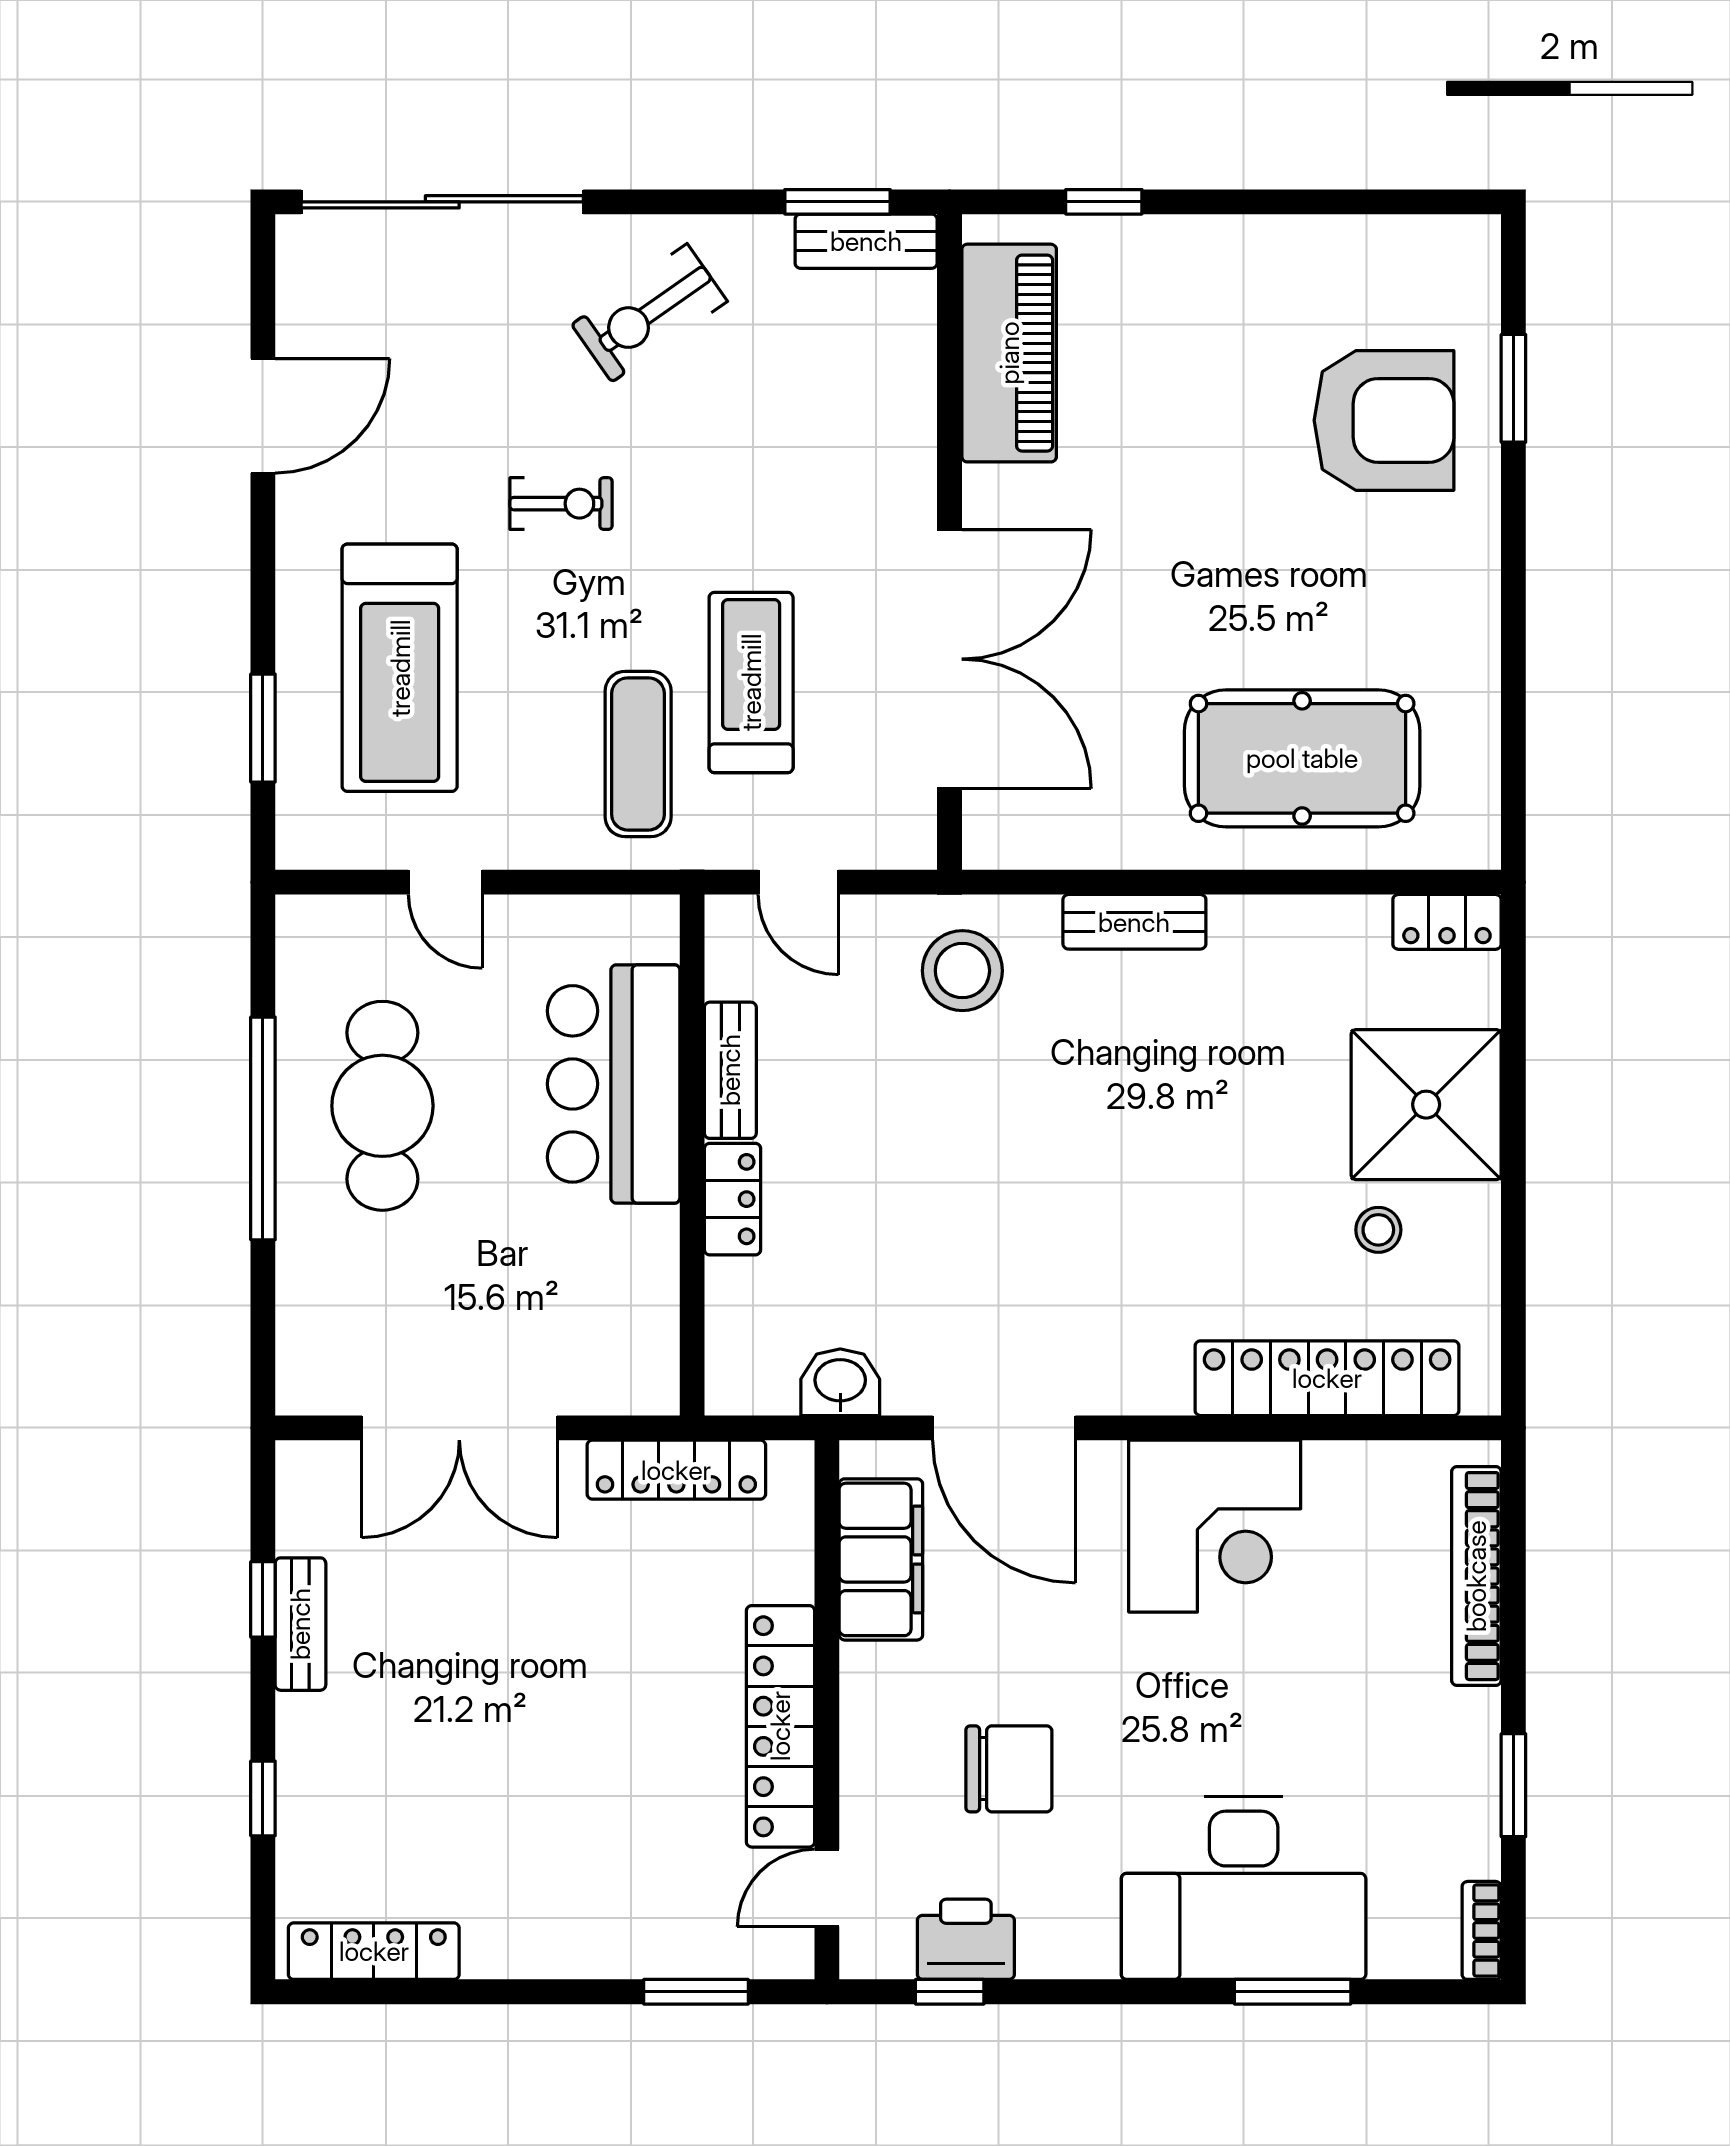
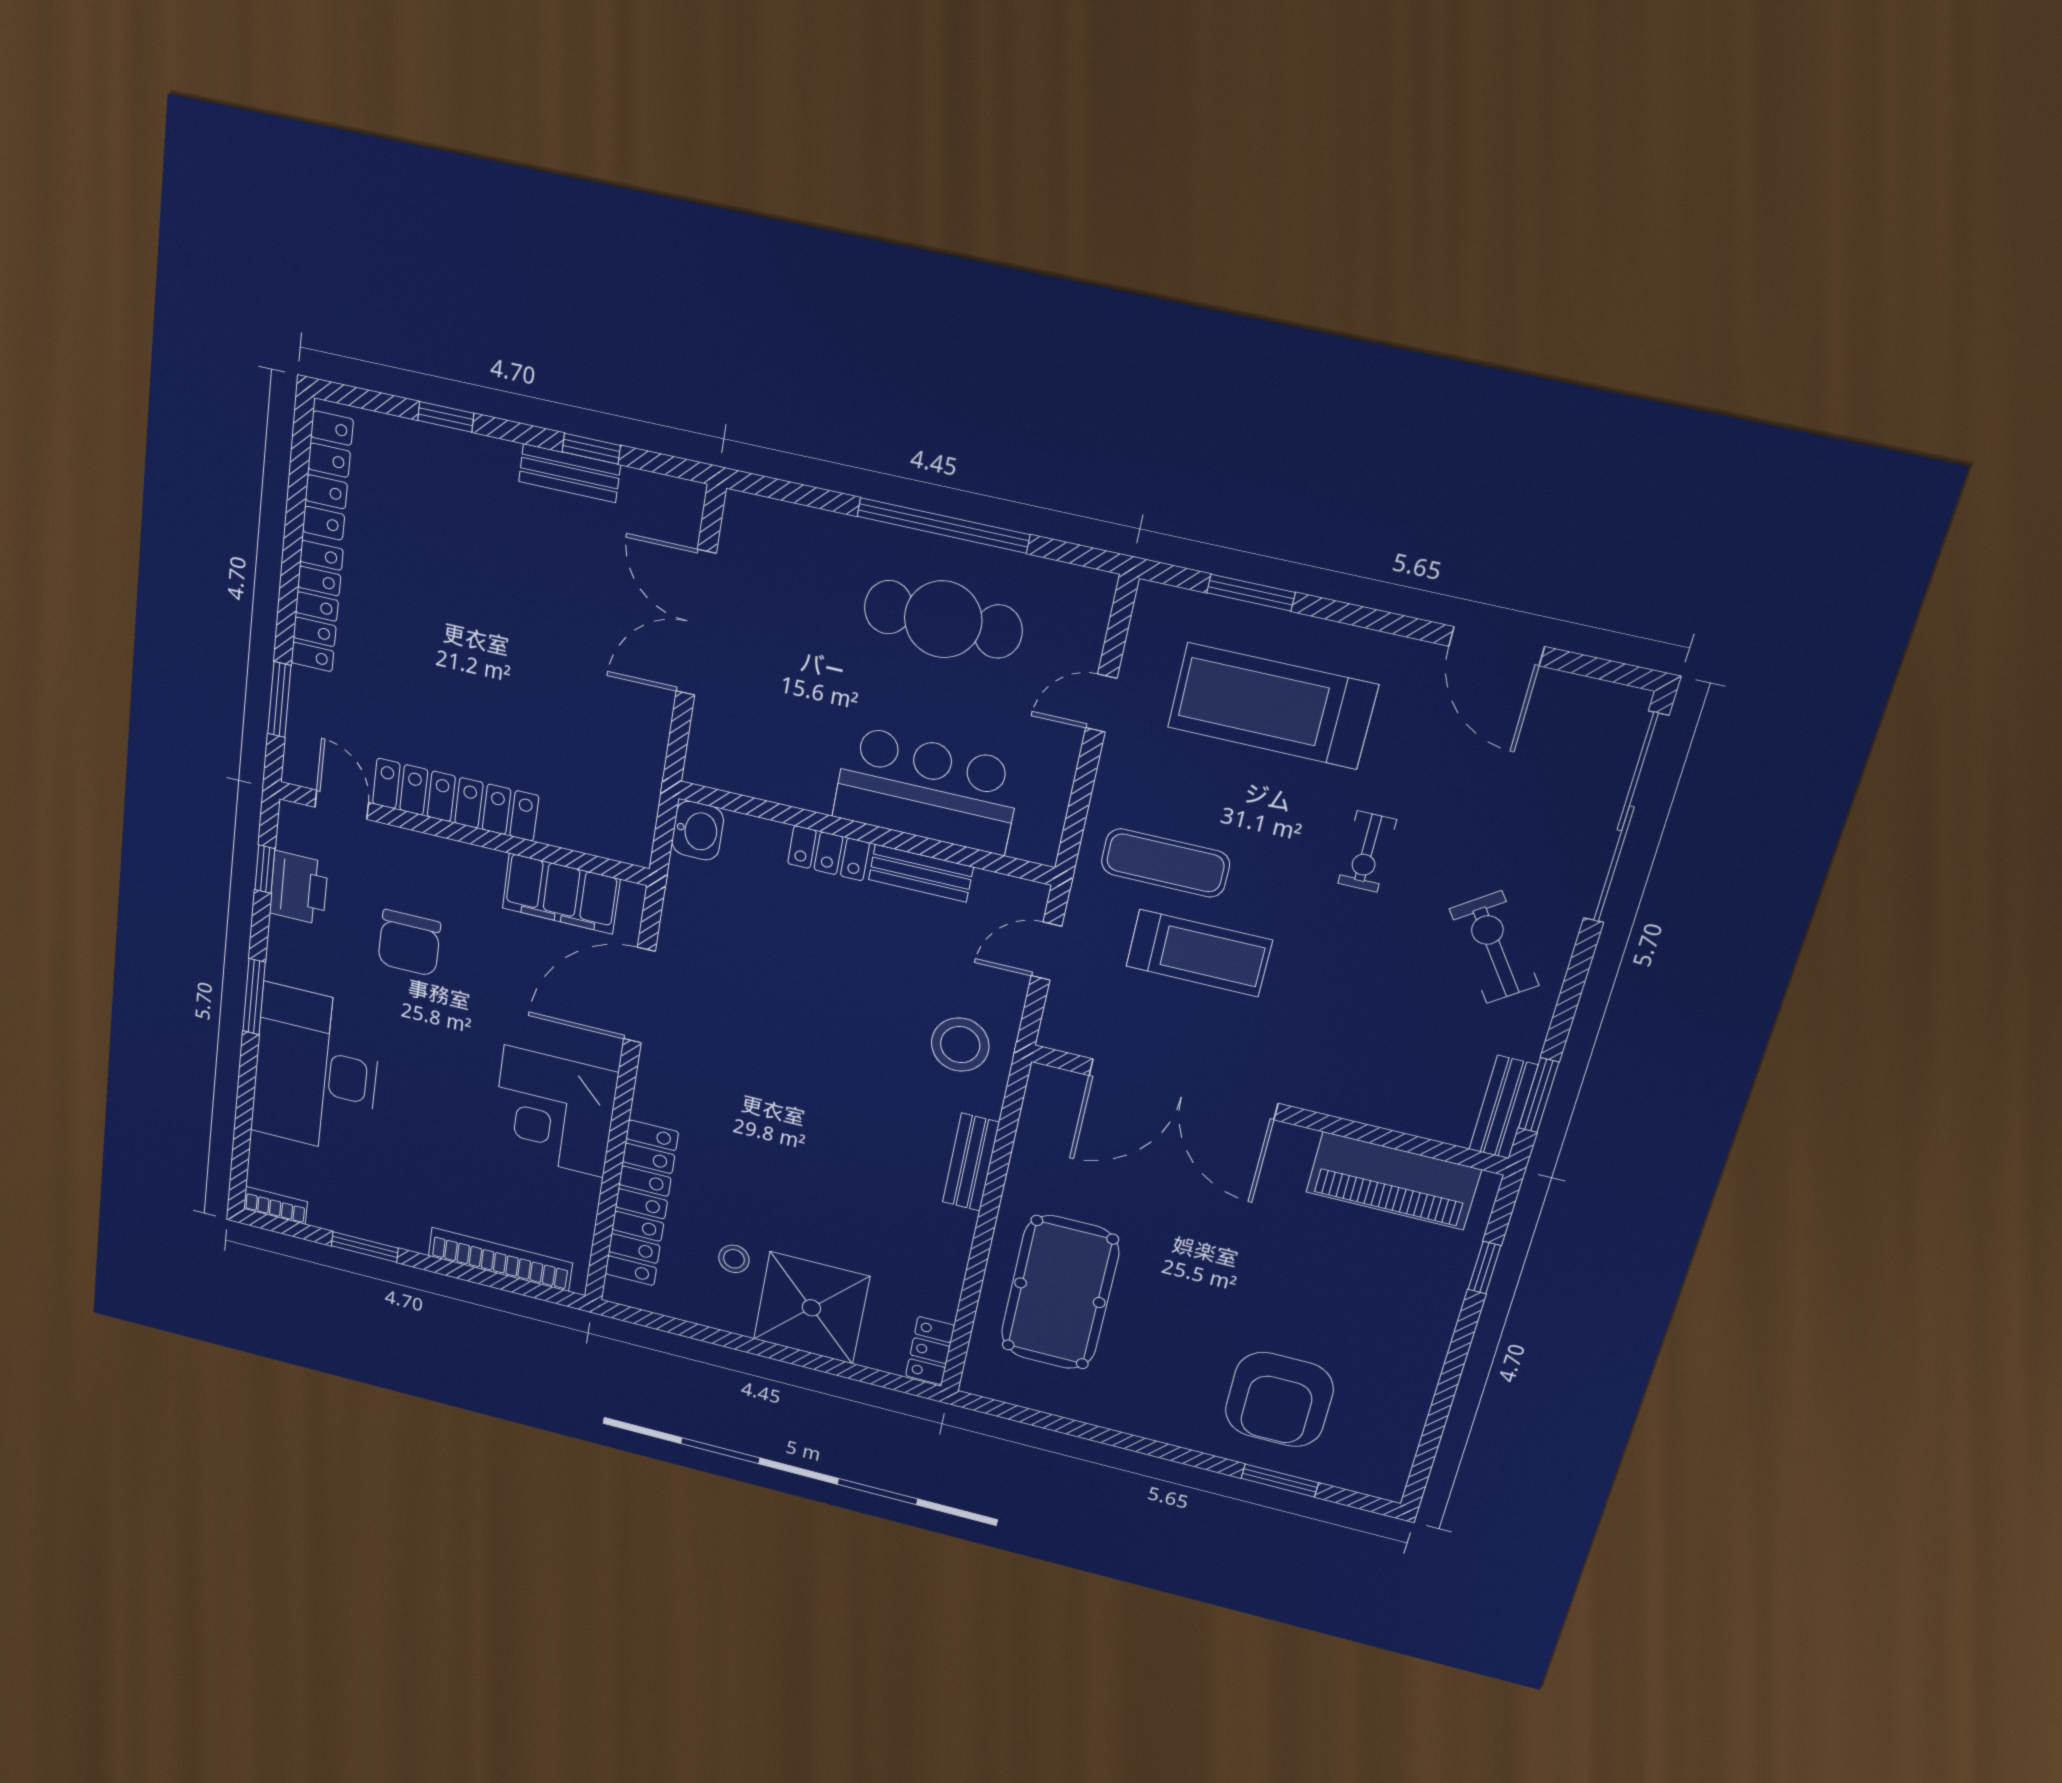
washbasin: (840, 1382) -> (698, 831), moved
locker: (676, 1470) -> (317, 606), moved, turned 180
window: (1293, 1992) -> (254, 997), moved

